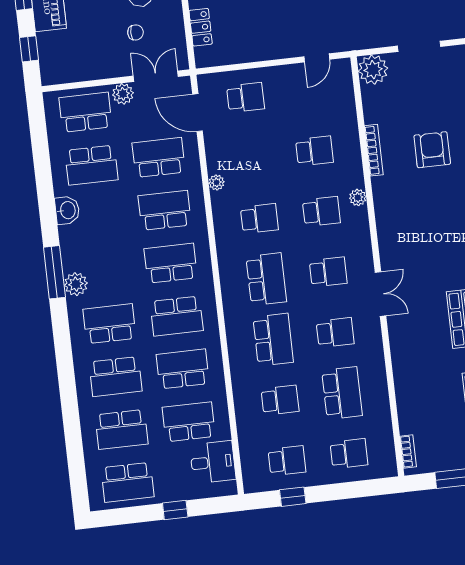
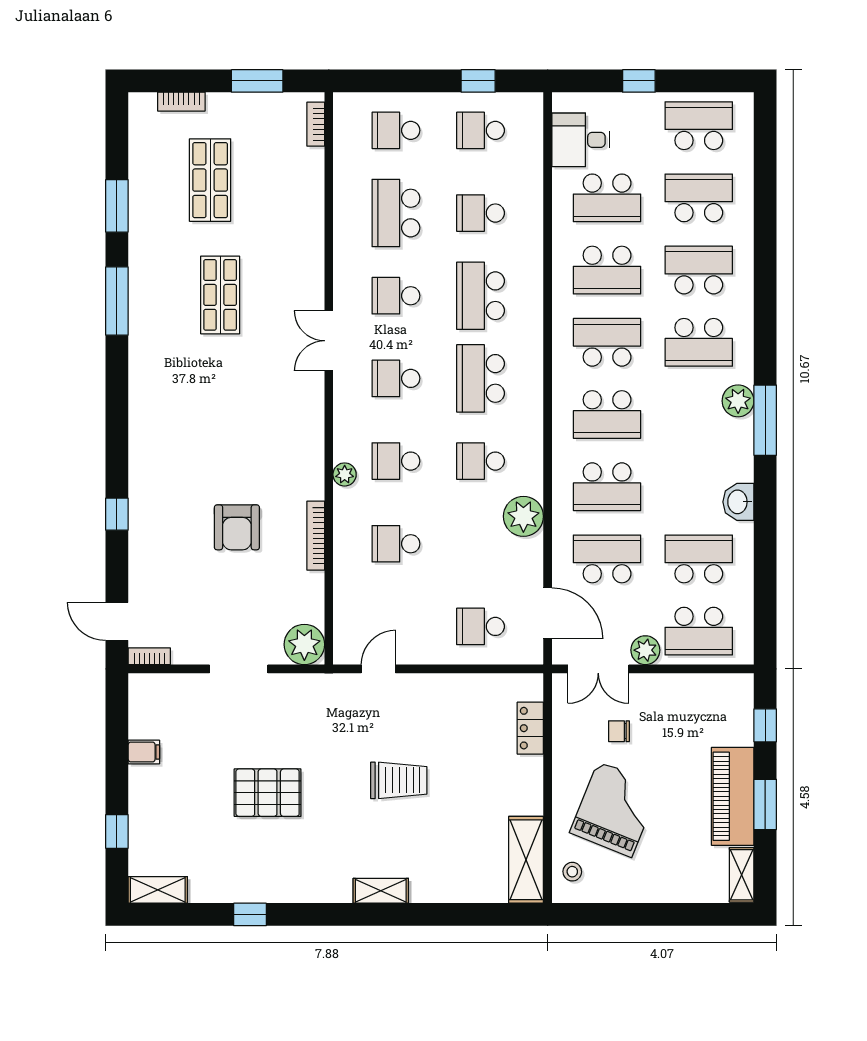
school desk: (159, 157) -> (607, 559), turned 180
plant: (216, 182) -> (523, 516), width x1.87, depth x1.87

